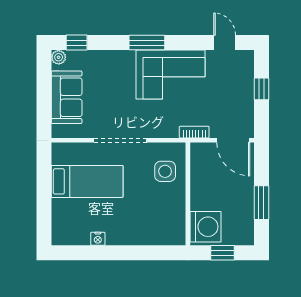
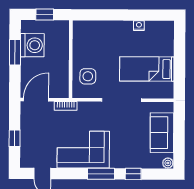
window: (77, 43) -> (133, 174), moved
door: (233, 140) -> (36, 100), hinge flipped
washing machine: (205, 227) -> (32, 45), moved, turned 180

